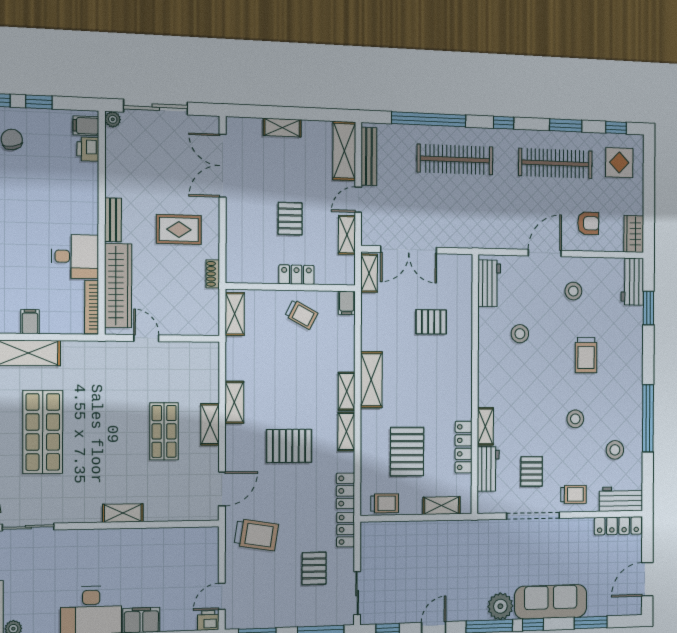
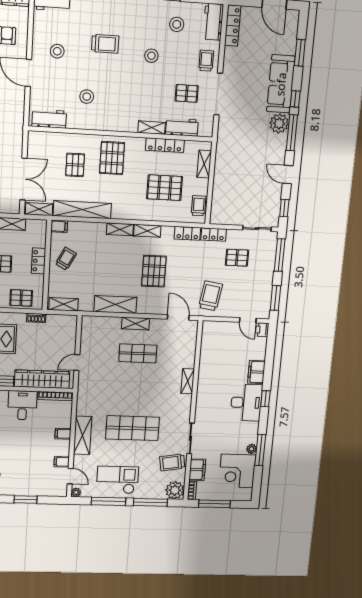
pallet: (242, 250) -> (21, 298), added
pallet: (443, 374) -> (112, 158), added
shelving: (371, 380) -> (82, 210), moved, width x1.47
shelving: (234, 402) -> (115, 305), width x1.50, depth x1.33

